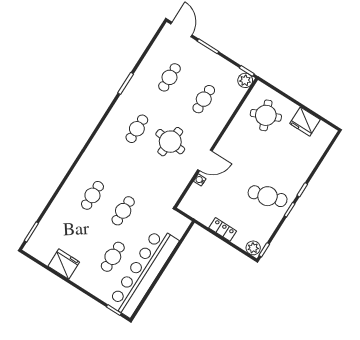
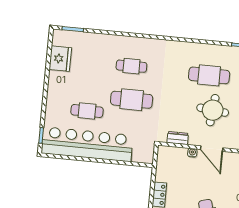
cafe table: (137, 129) -> (209, 75), width x1.37, depth x1.35
dresser: (180, 187) -> (178, 138), added
cafe table: (123, 211) -> (132, 100), width x1.37, depth x1.35
fridge: (64, 264) -> (60, 59), moved

